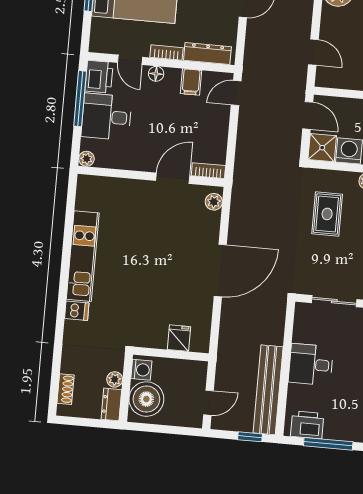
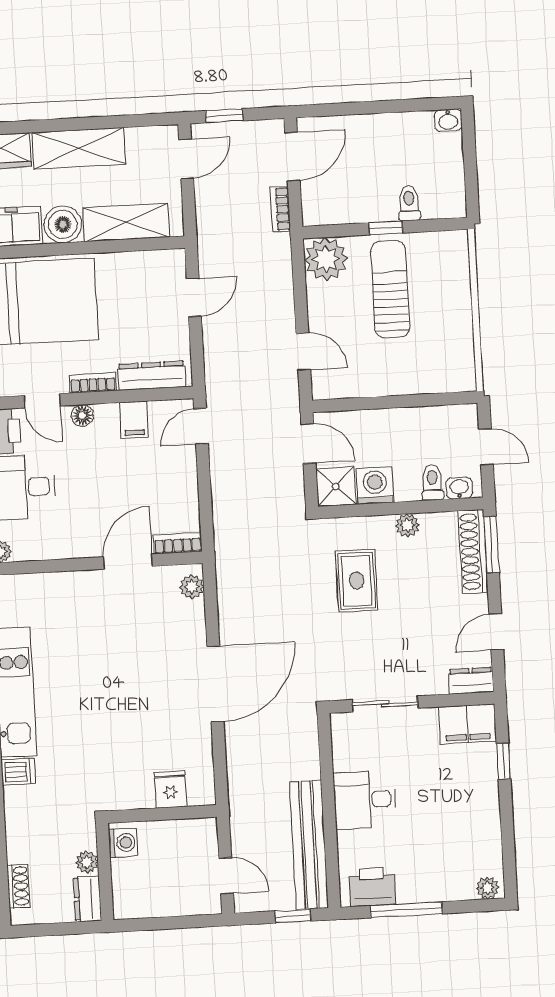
boiler: (146, 399) -> (136, 884), removed
door: (208, 403) -> (226, 876), hinge flipped

